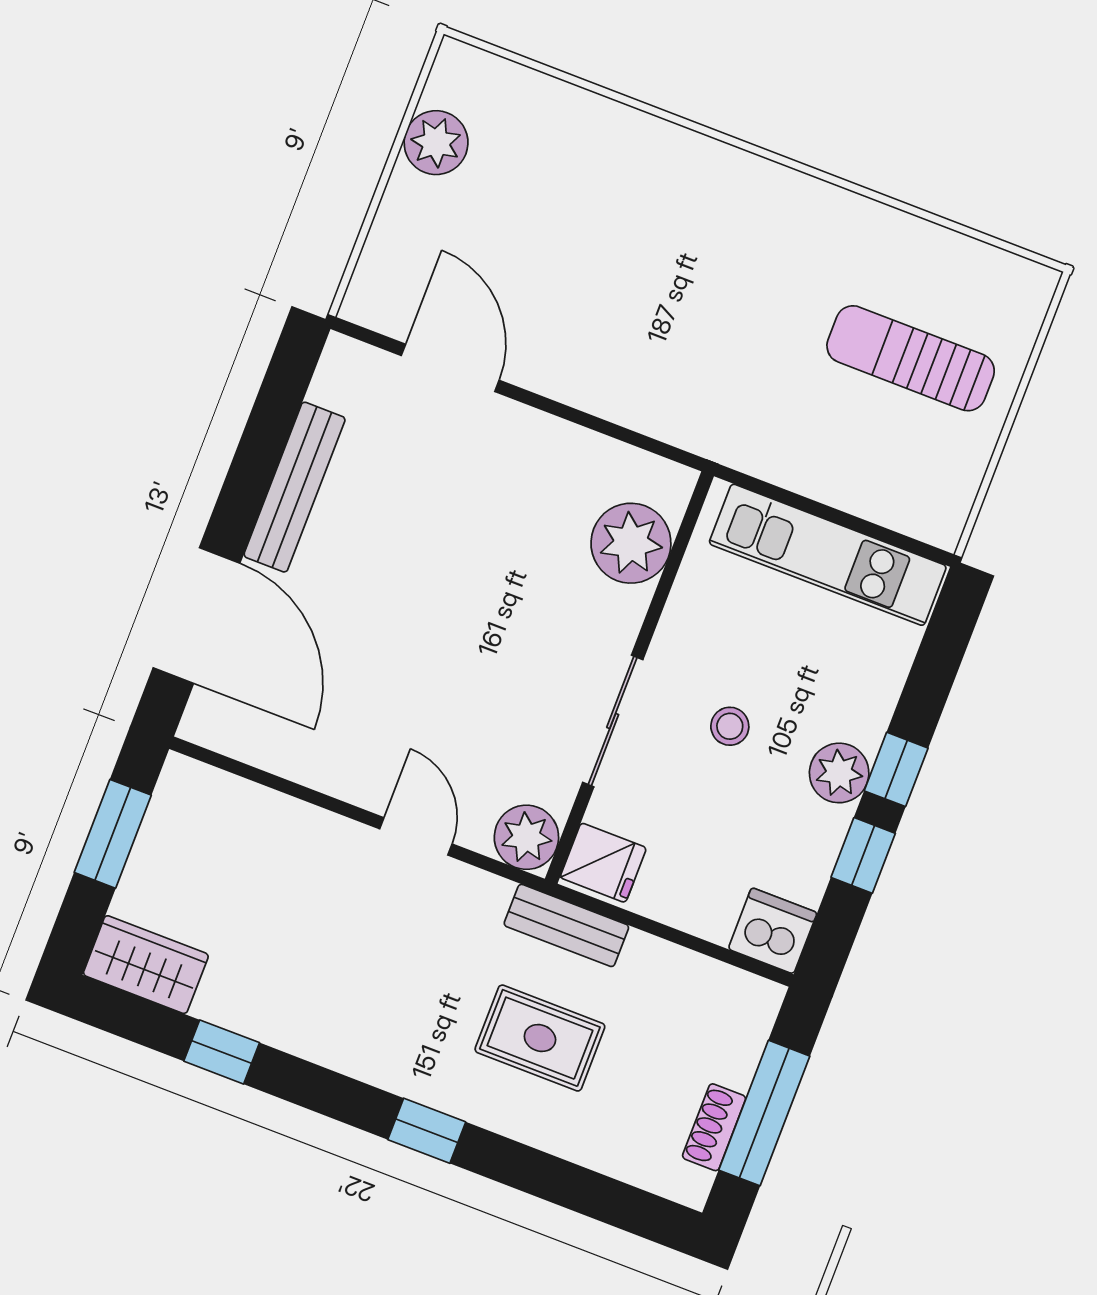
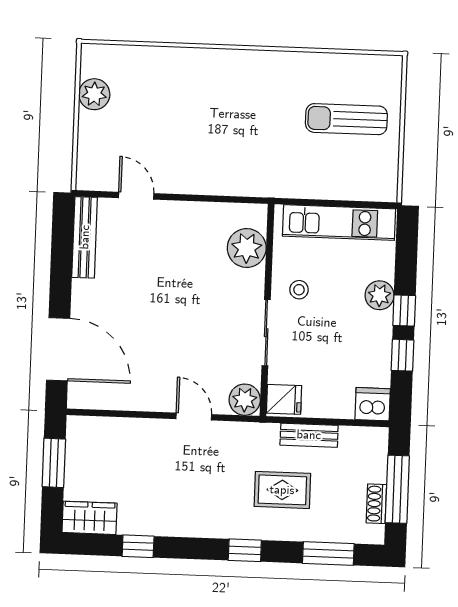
door: (450, 368) -> (136, 196), width x0.73
bench: (295, 487) -> (85, 237), moved
stool: (730, 726) -> (299, 290), moved
plant: (839, 773) -> (379, 295), moved
bench: (566, 925) -> (309, 435), moved
window: (587, 1192) -> (328, 554), added

